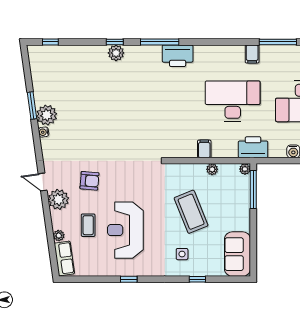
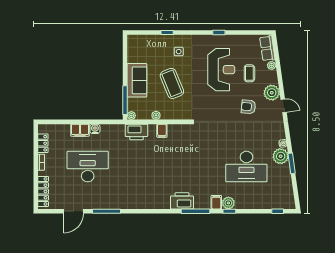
filing cabinet: (252, 54) -> (216, 202), moved
desk: (233, 101) -> (246, 167), moved
printer: (253, 147) -> (136, 132), moved
sofa: (237, 254) -> (137, 80), moved

